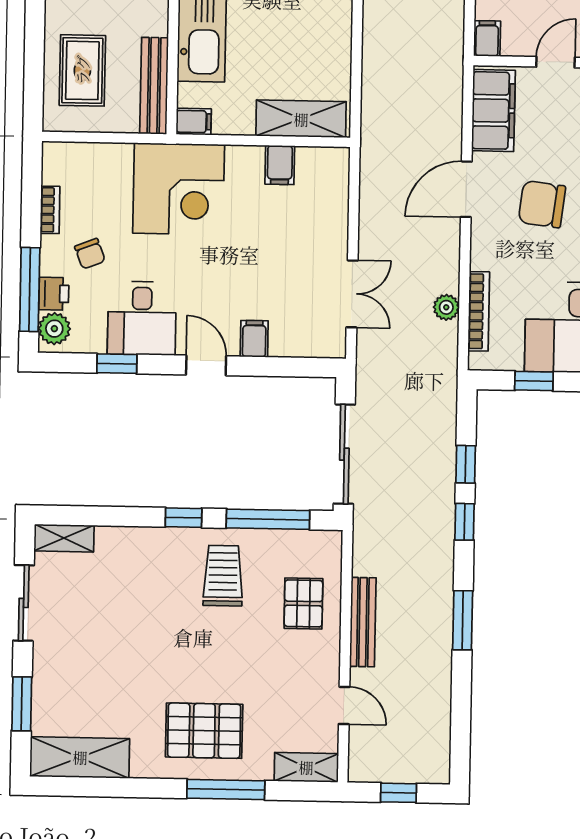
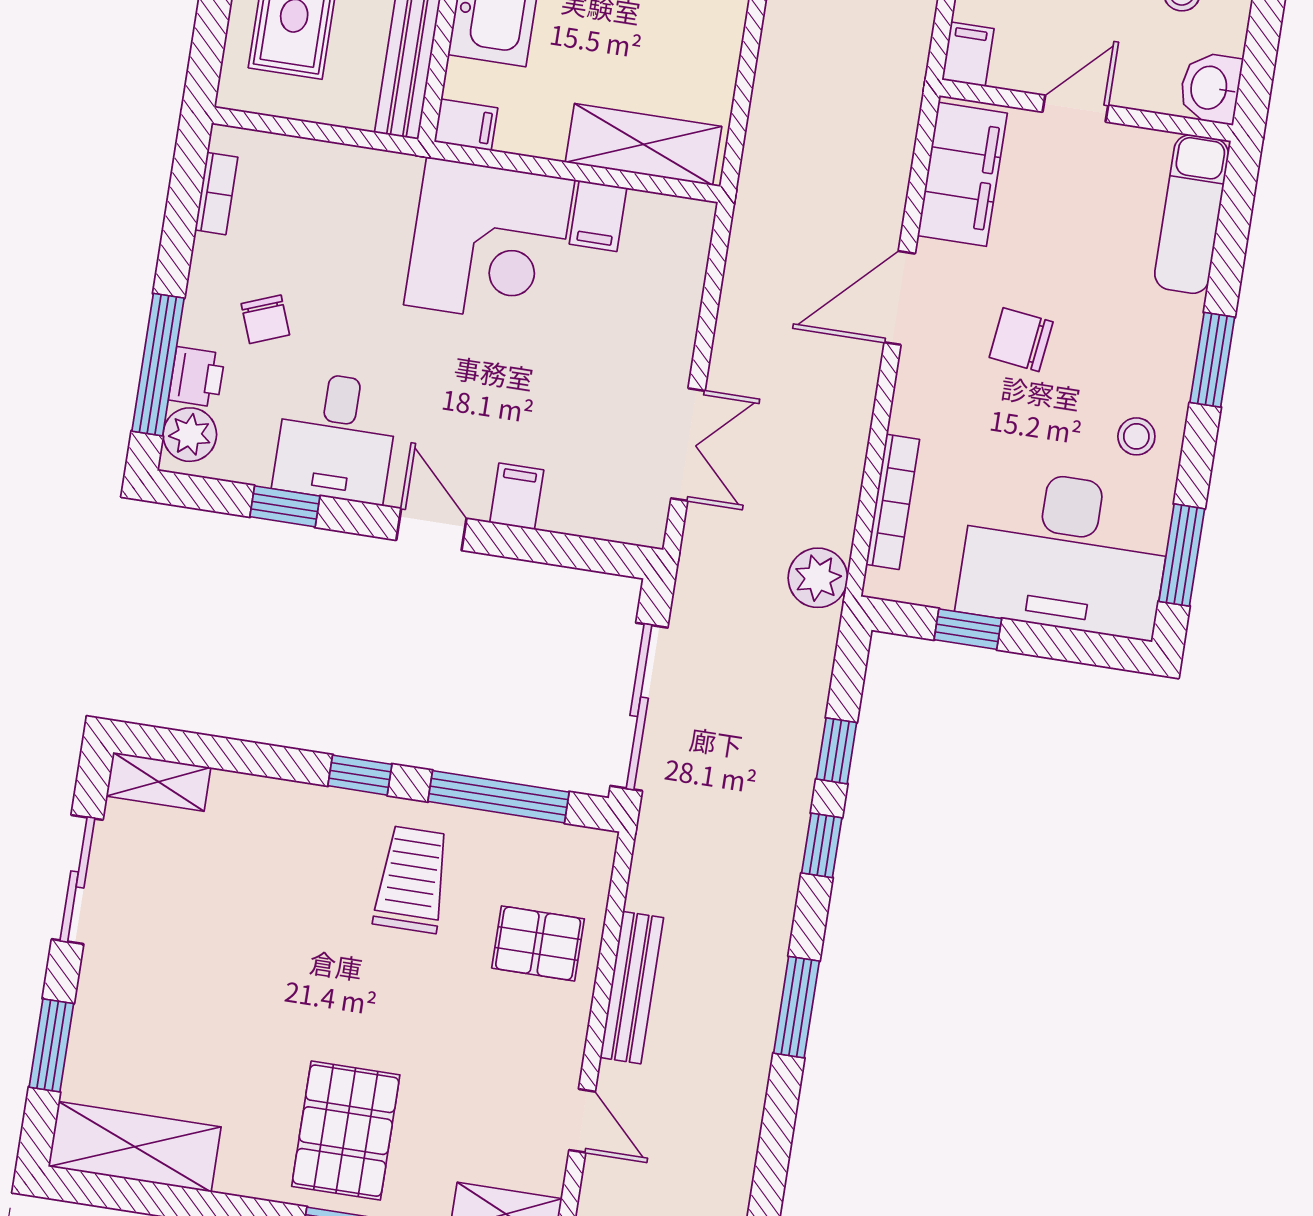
corner desk: (179, 189) -> (489, 242), moved
chair: (542, 204) -> (1021, 340), width x0.73, depth x0.73
bookcase: (50, 210) -> (216, 194), moved
plant: (446, 307) -> (818, 578), moved, width x1.38, depth x1.38
pallet: (303, 603) -> (538, 943), turned 90
pallet: (204, 731) -> (346, 1131), turned 90

